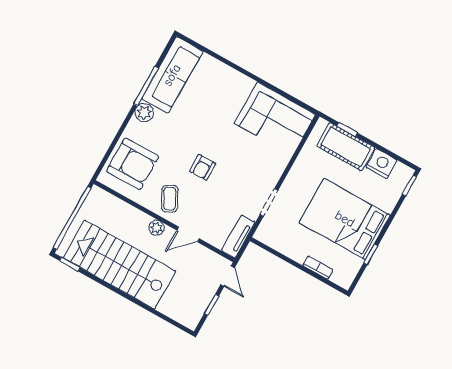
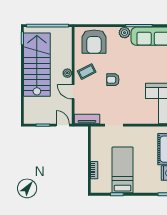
bed: (345, 219) -> (123, 170), width x0.67
door: (228, 276) -> (63, 125), swing flipped

